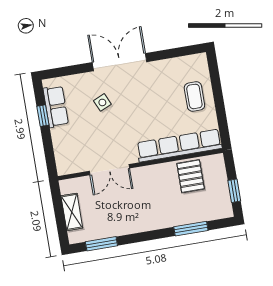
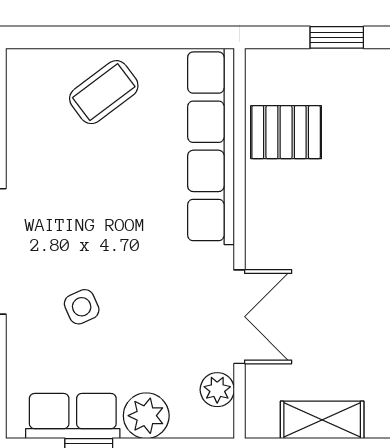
coffee table: (194, 96) -> (104, 92), turned -37
plant: (61, 137) -> (146, 416), added
plant: (77, 166) -> (217, 390), added

